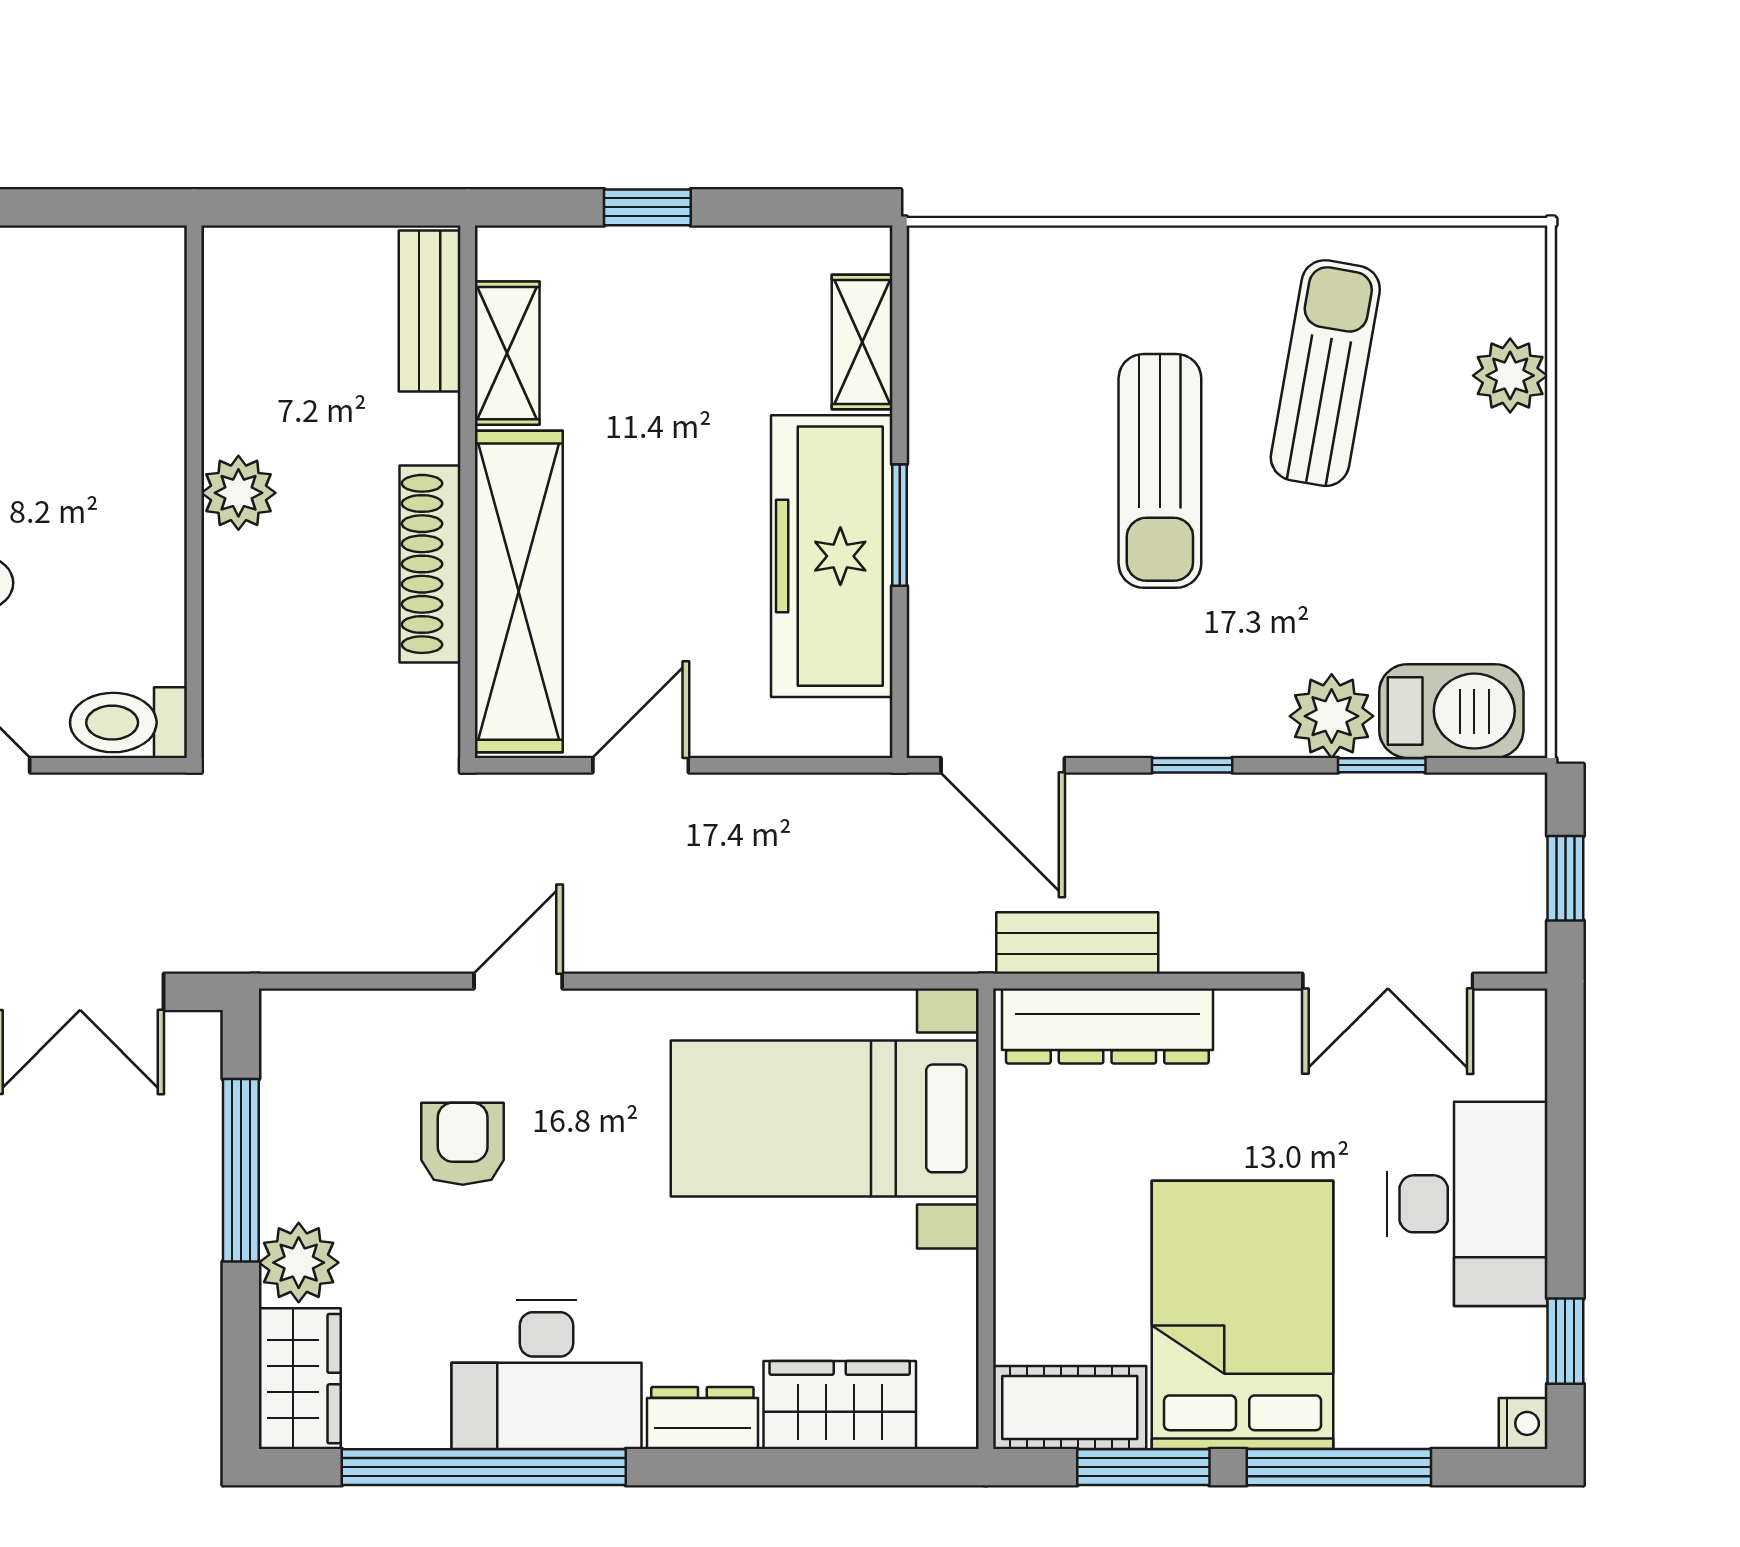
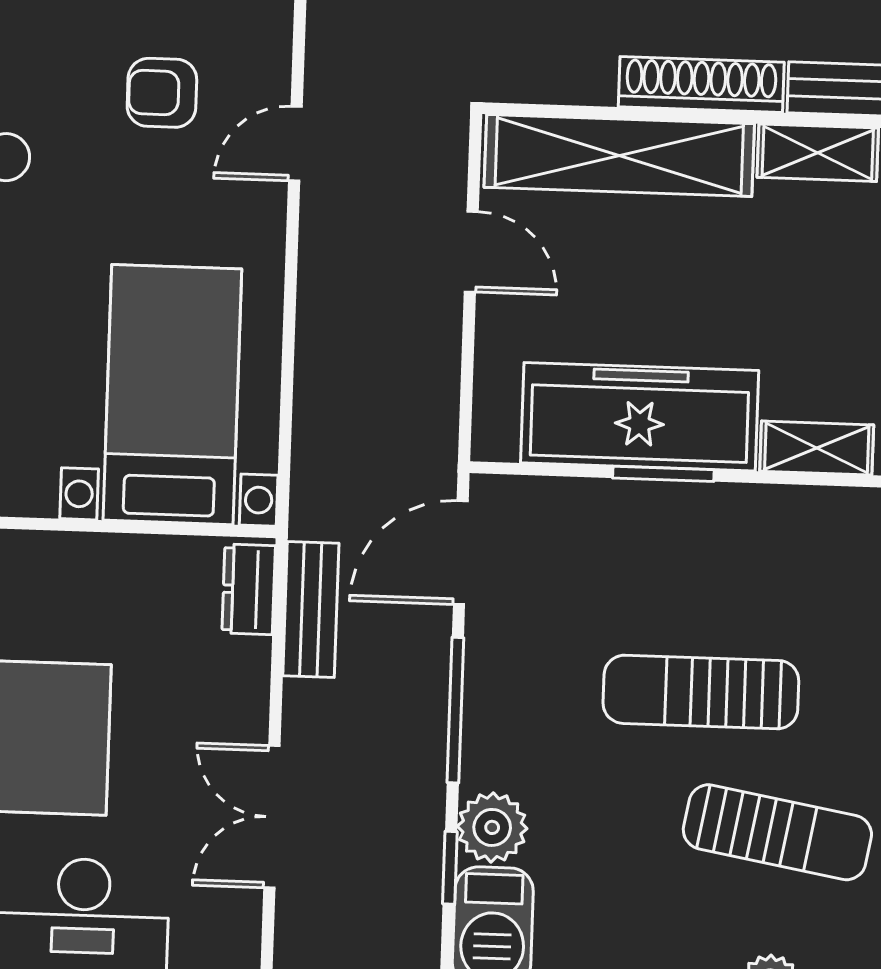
shoe rack: (430, 564) -> (701, 84), moved
window: (1192, 765) -> (455, 710), width x2.17
door: (518, 981) -> (295, 144), swing flipped
double door: (1388, 981) -> (272, 817), moved
dresser: (1107, 1026) -> (249, 589), width x0.51, depth x0.80
armchair: (463, 1144) -> (162, 93), turned 180

